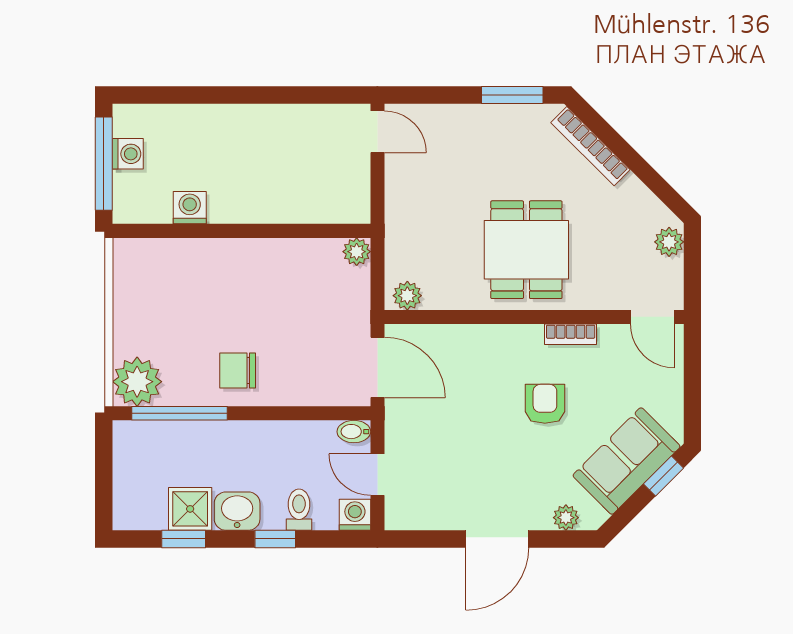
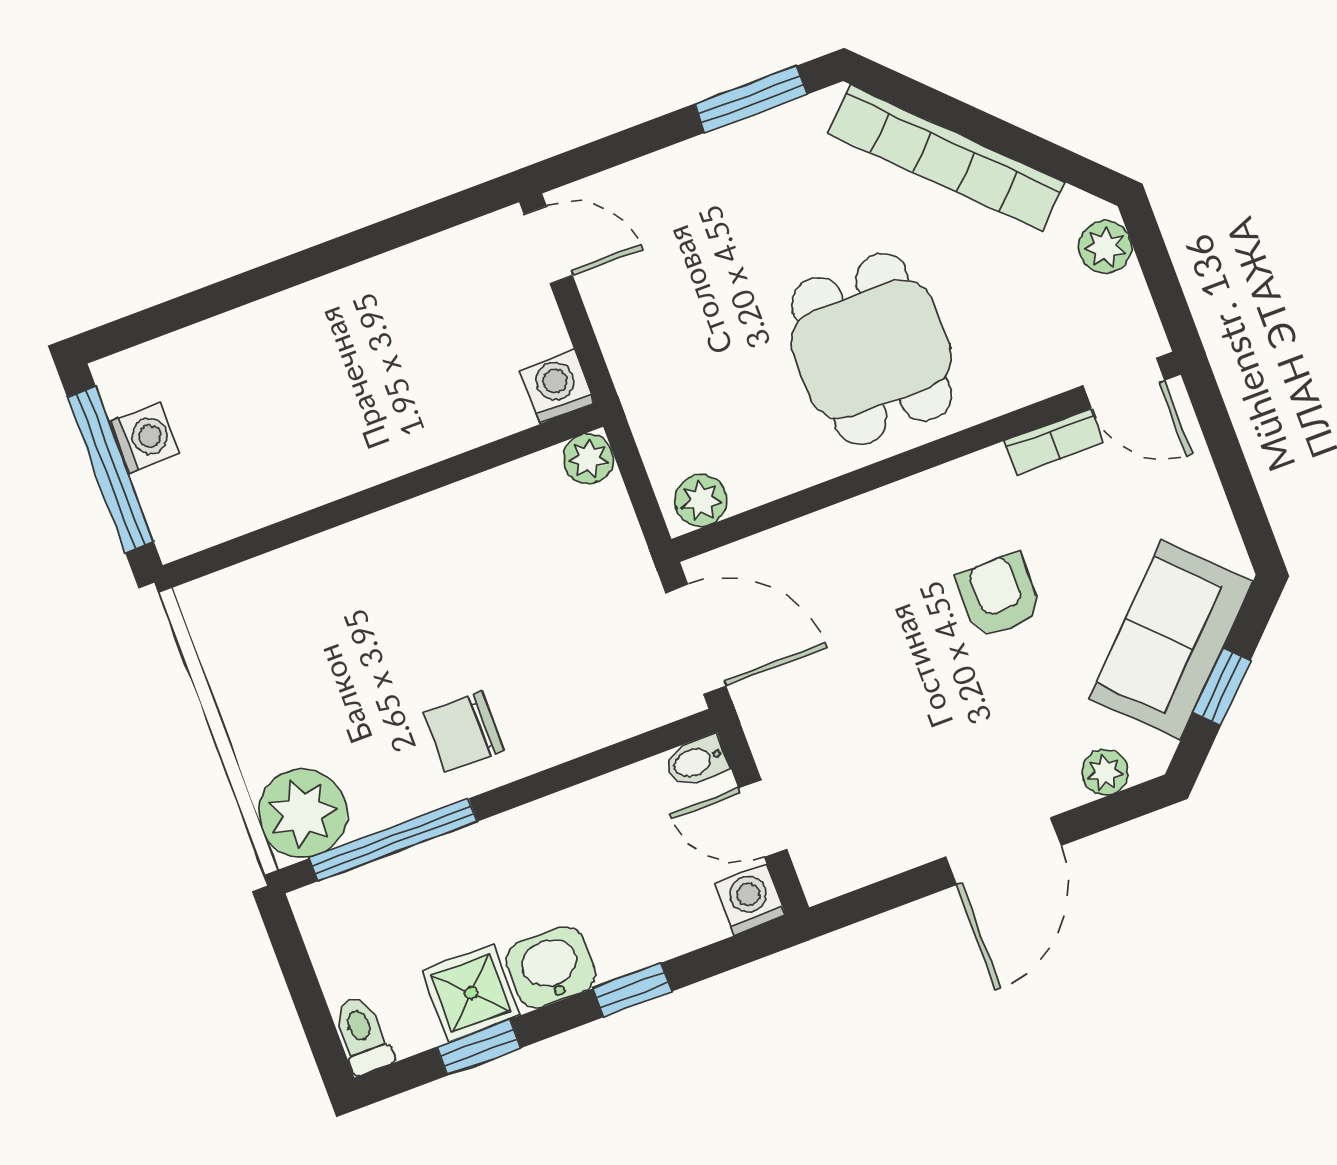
bookcase: (590, 146) -> (946, 158), width x1.48, depth x1.31
washing machine: (190, 208) -> (557, 386), moved
bookcase: (571, 334) -> (1054, 442), moved
window: (664, 476) -> (1222, 687), moved
toilet: (299, 510) -> (363, 1035), moved

